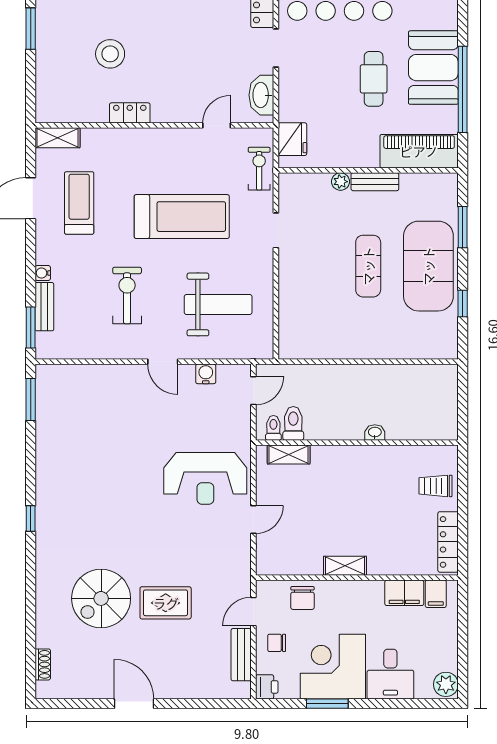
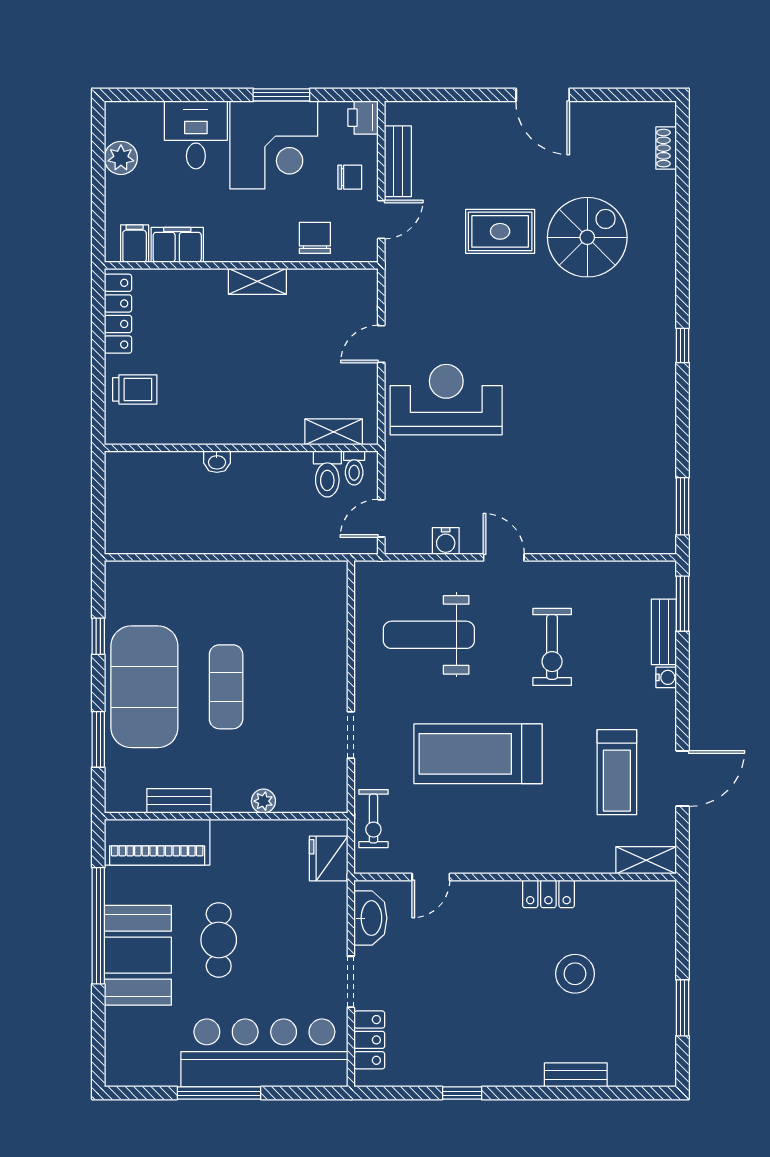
bench: (375, 182) -> (179, 801), moved
plant: (446, 684) -> (121, 158), moved

